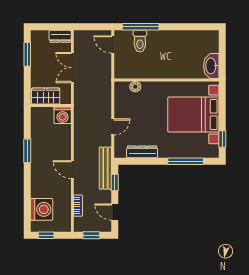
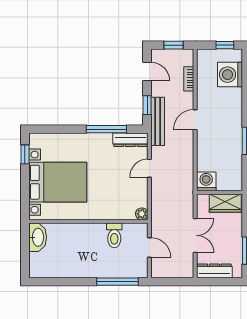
dresser: (60, 36) -> (214, 271), width x1.44
toilet: (140, 41) -> (114, 235), moved, turned 180
door: (113, 44) -> (149, 247), moved
plant: (135, 87) -> (142, 214), moved
dresser: (142, 152) -> (130, 140), moved
window: (186, 161) -> (106, 129), moved
door: (72, 170) -> (195, 120), swing flipped

